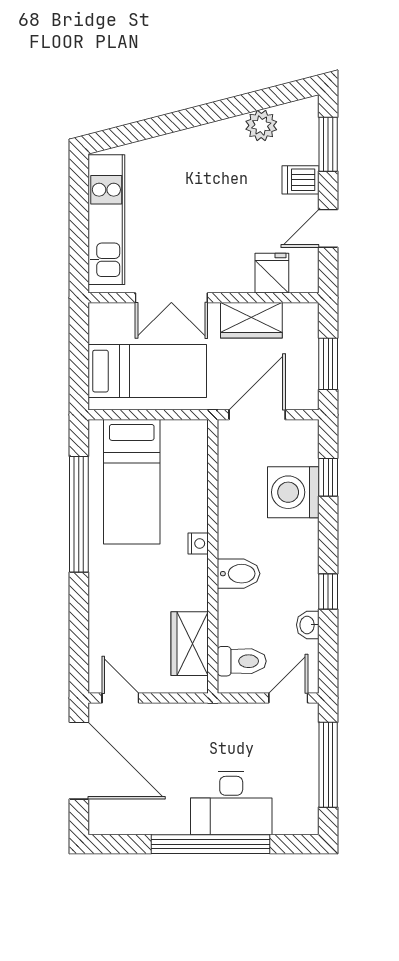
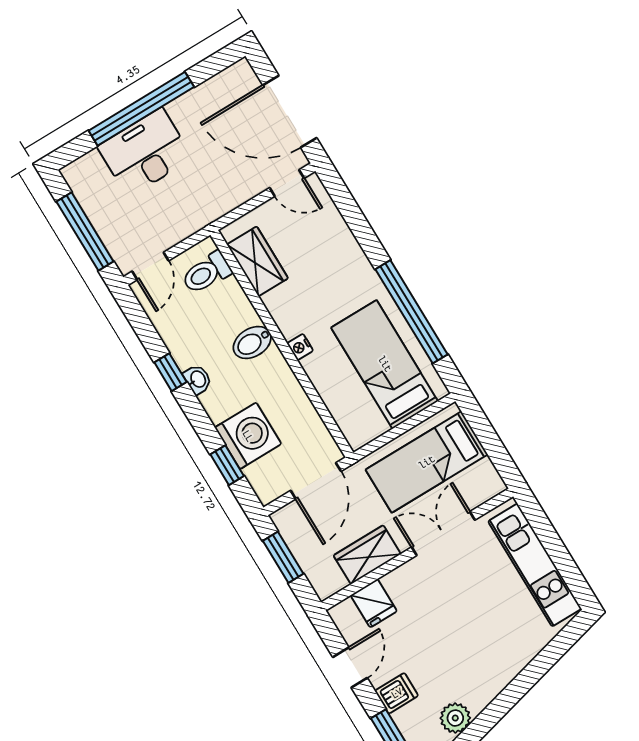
washbasin: (308, 625) -> (198, 379), moved

